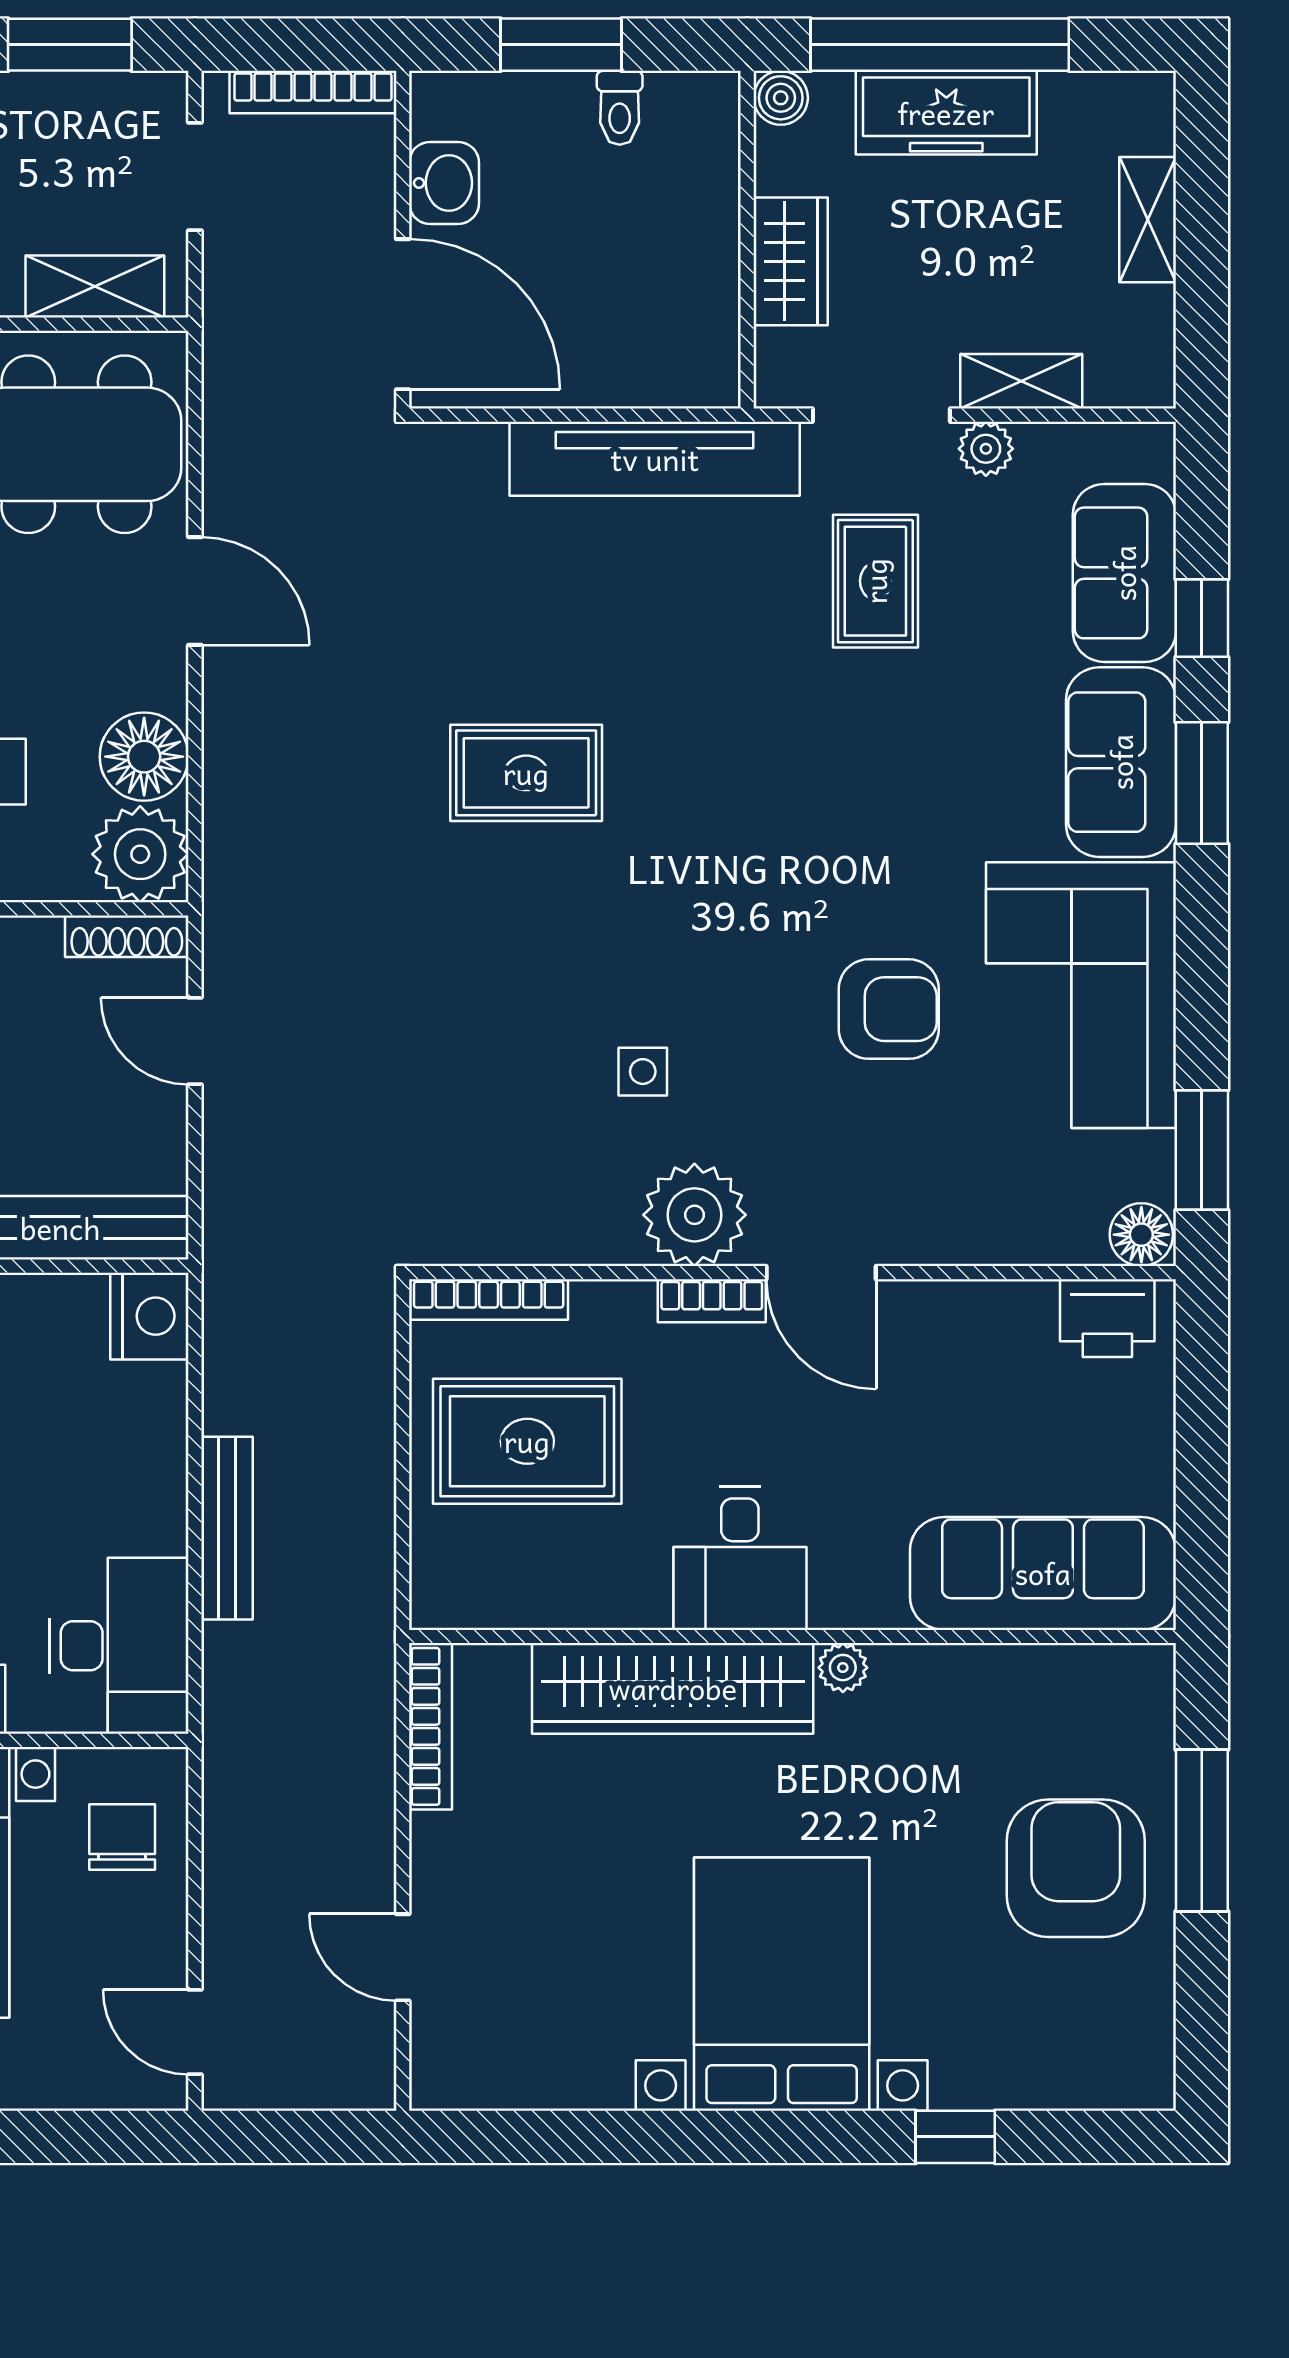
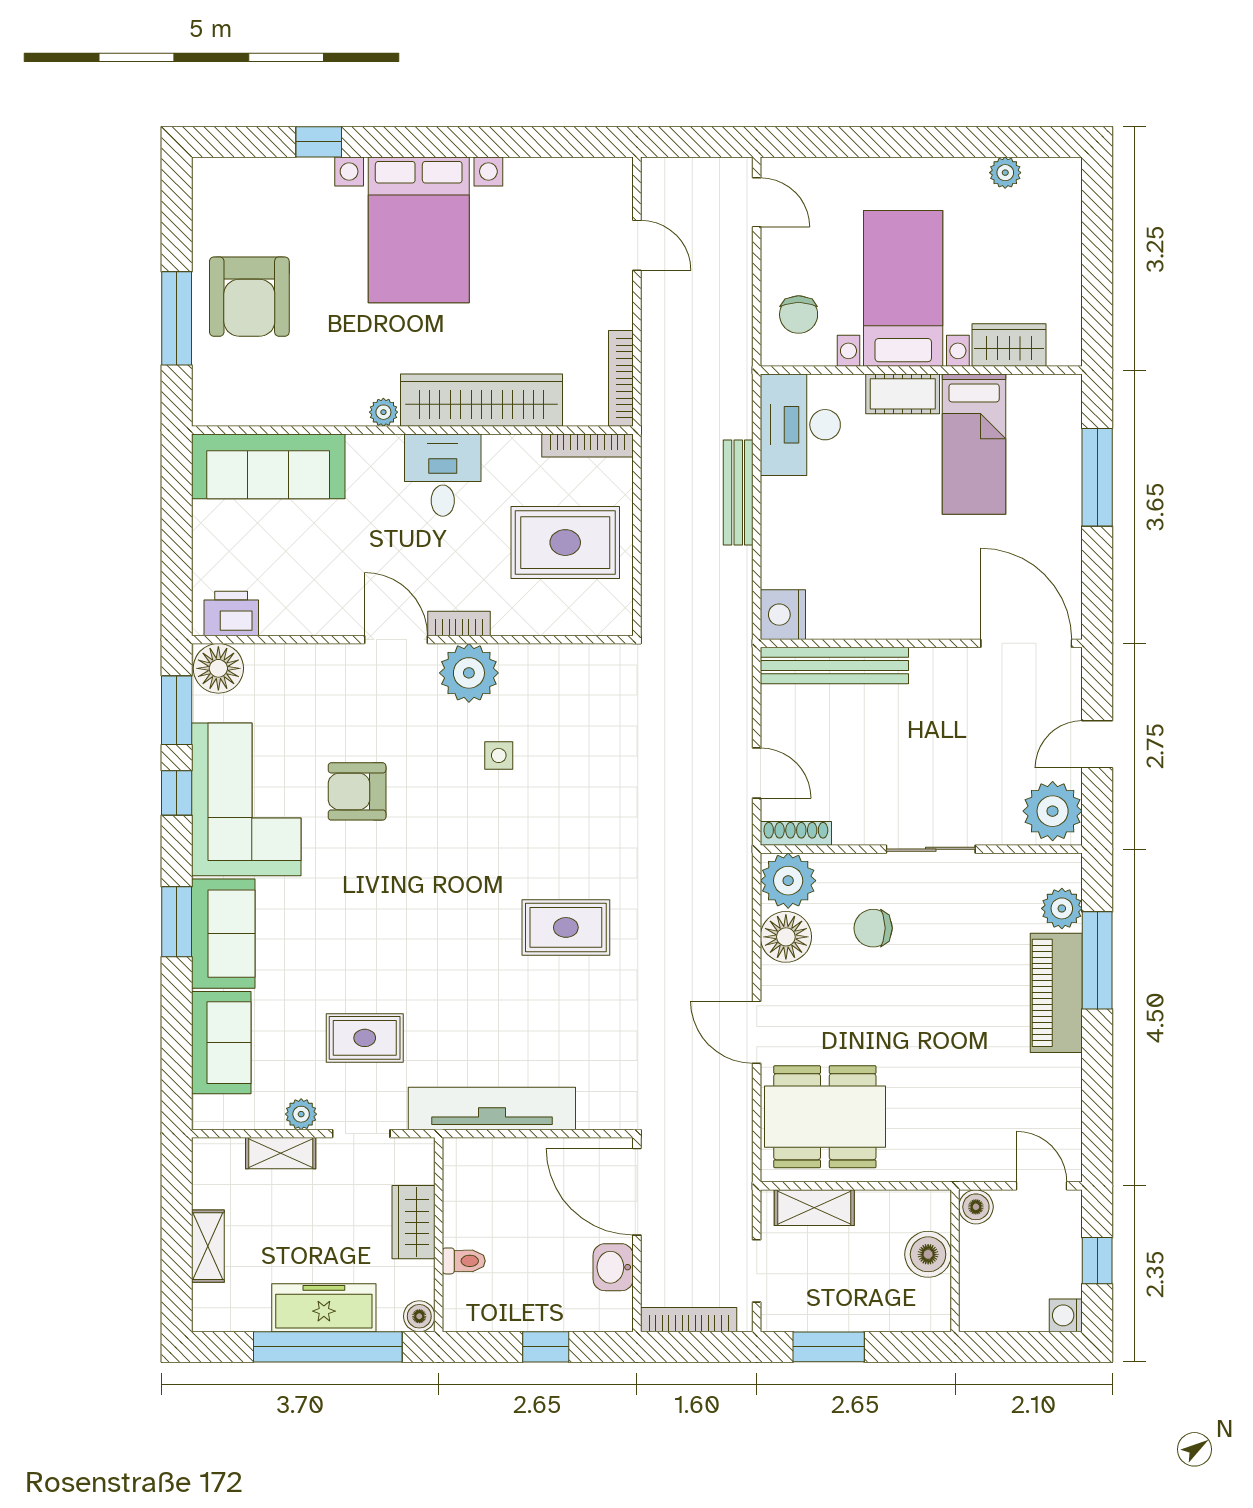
window: (561, 45) -> (546, 1347), width x0.67
toilet: (620, 108) -> (464, 1261), moved, turned 90
doorway: (881, 415) -> (361, 1134), width x0.73
rug: (875, 581) -> (365, 1038), turned 90
window: (1202, 618) -> (177, 793), moved
floor lamp: (1141, 1235) -> (218, 668), width x1.38, depth x1.38
bookcase: (489, 1299) -> (587, 446), moved, turned 180

